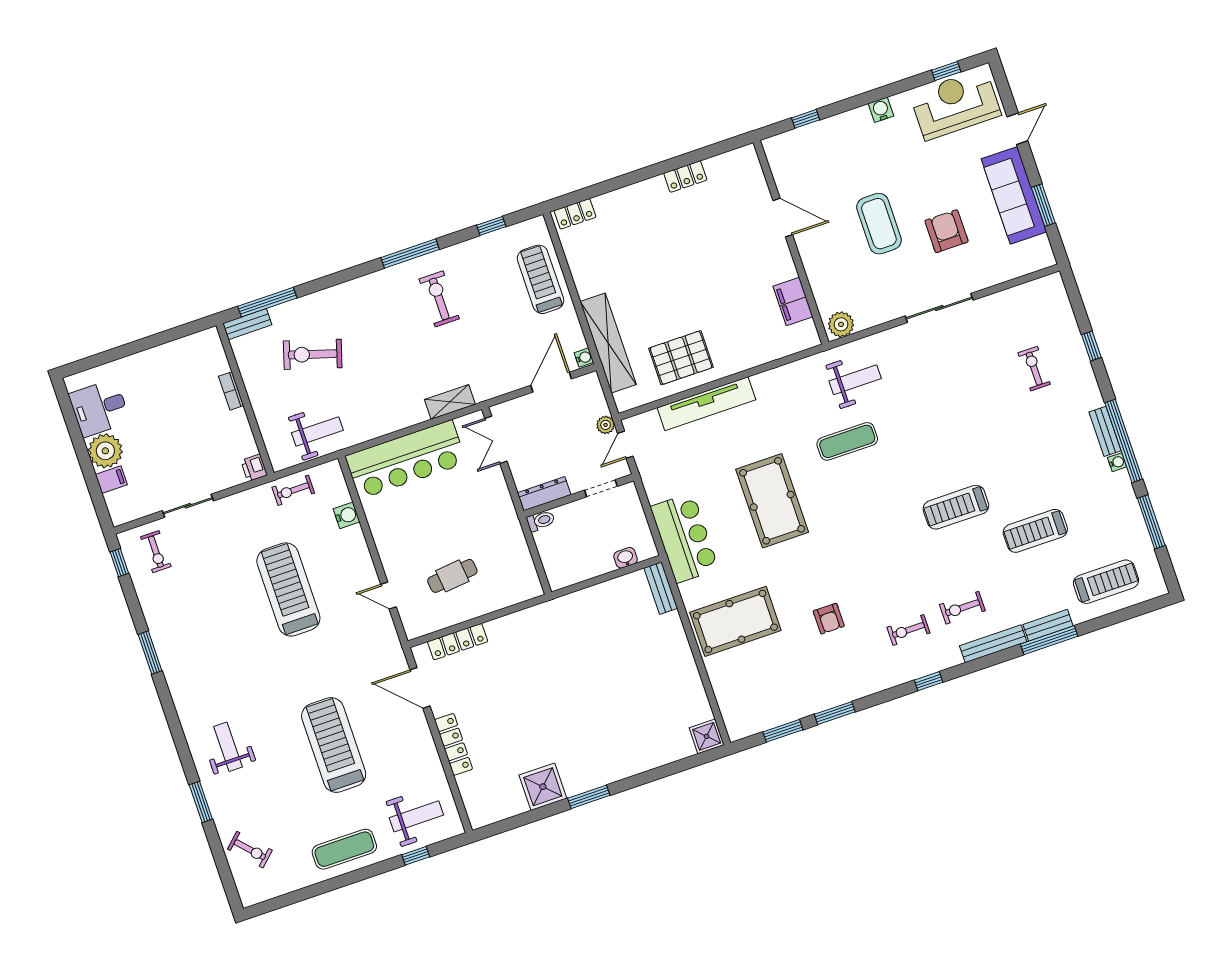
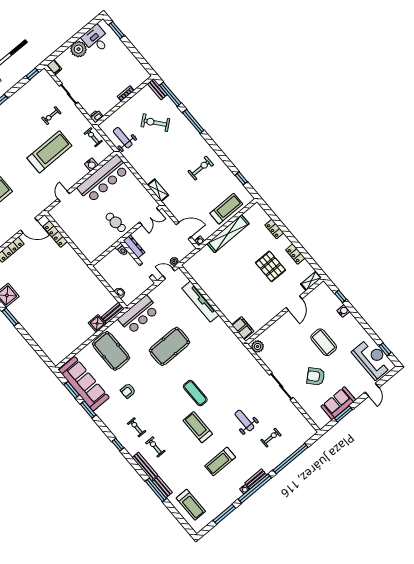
water cooler: (881, 110) -> (343, 311), moved
door: (1017, 129) -> (372, 390), hinge flipped
shelving: (751, 166) -> (311, 281), added
sofa: (1014, 195) -> (338, 403), width x0.73
locker: (575, 214) -> (274, 229), moved
coffee table: (879, 224) -> (324, 342), moved, turned 90
armchair: (946, 231) -> (316, 376), turned -132
window: (410, 253) -> (193, 121), moved
filing cabinet: (793, 302) -> (243, 328), moved, turned 90
shelving: (608, 343) -> (228, 234), moved
window: (1091, 346) -> (290, 459), width x3.17
exercise bike: (313, 354) -> (155, 123), turned -56
pallet: (681, 358) -> (270, 266), moved
window: (97, 360) -> (116, 30), added
weight bench: (855, 380) -> (244, 420), moved, turned 180
weight bench: (317, 431) -> (123, 138), turned 180
double door: (496, 440) -> (149, 216), swing flipped
exercise mat: (847, 441) -> (195, 393), moved
bar counter: (406, 460) -> (103, 179), moved, turned -90
filing cabinet: (111, 480) -> (54, 67), moved
treadmill: (1035, 531) -> (220, 461), moved, turned -90
exercise bike: (156, 552) -> (51, 116), moved
cafe table: (452, 576) -> (116, 222), moved
door: (420, 688) -> (29, 225), swing flipped
sofa: (780, 701) -> (84, 384), added
shower: (707, 736) -> (97, 323), moved

